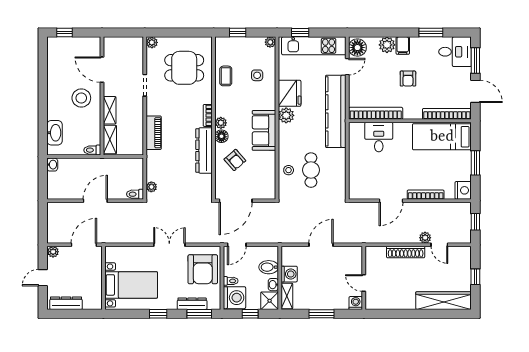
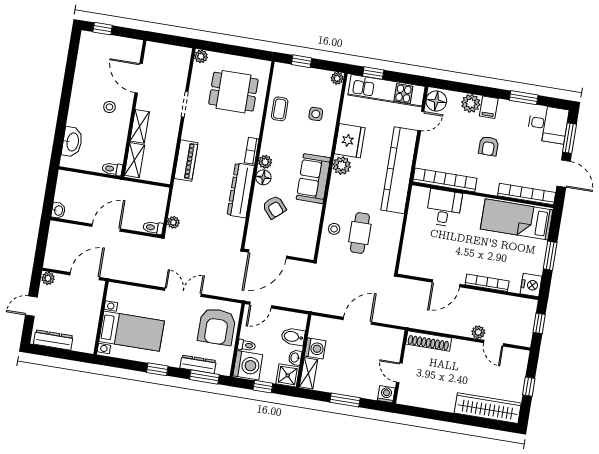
stool: (81, 98) -> (109, 107), width x0.53, depth x0.53
washbasin: (52, 165) -> (58, 210), moved
shoe rack: (406, 252) -> (429, 341), moved

